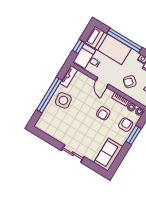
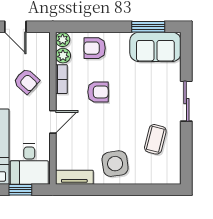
window: (49, 95) -> (120, 190), removed
coffee table: (63, 127) -> (155, 139), added
window: (134, 135) -> (148, 27), moved

